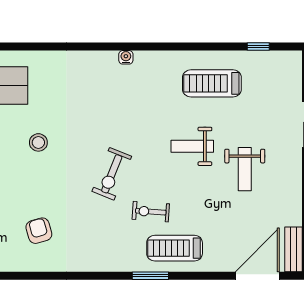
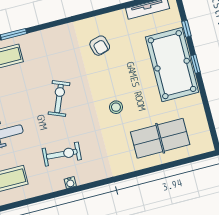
exercise bike: (151, 212) -> (62, 154), moved, width x1.38, depth x1.39

